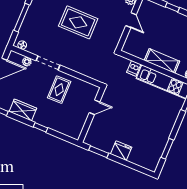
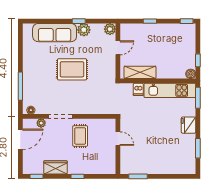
door: (131, 20) -> (118, 48), hinge flipped
shelving: (162, 61) -> (140, 72), moved
door: (94, 107) -> (118, 139), hinge flipped
fridge: (121, 151) -> (189, 125), moved, turned -90

